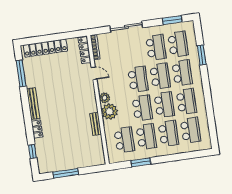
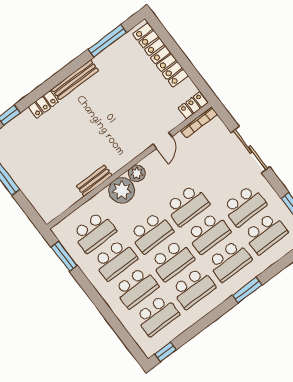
locker: (84, 50) -> (193, 105), width x0.66
window: (202, 55) -> (247, 290), moved
window: (214, 137) -> (166, 352), added
window: (141, 162) -> (64, 256), moved

